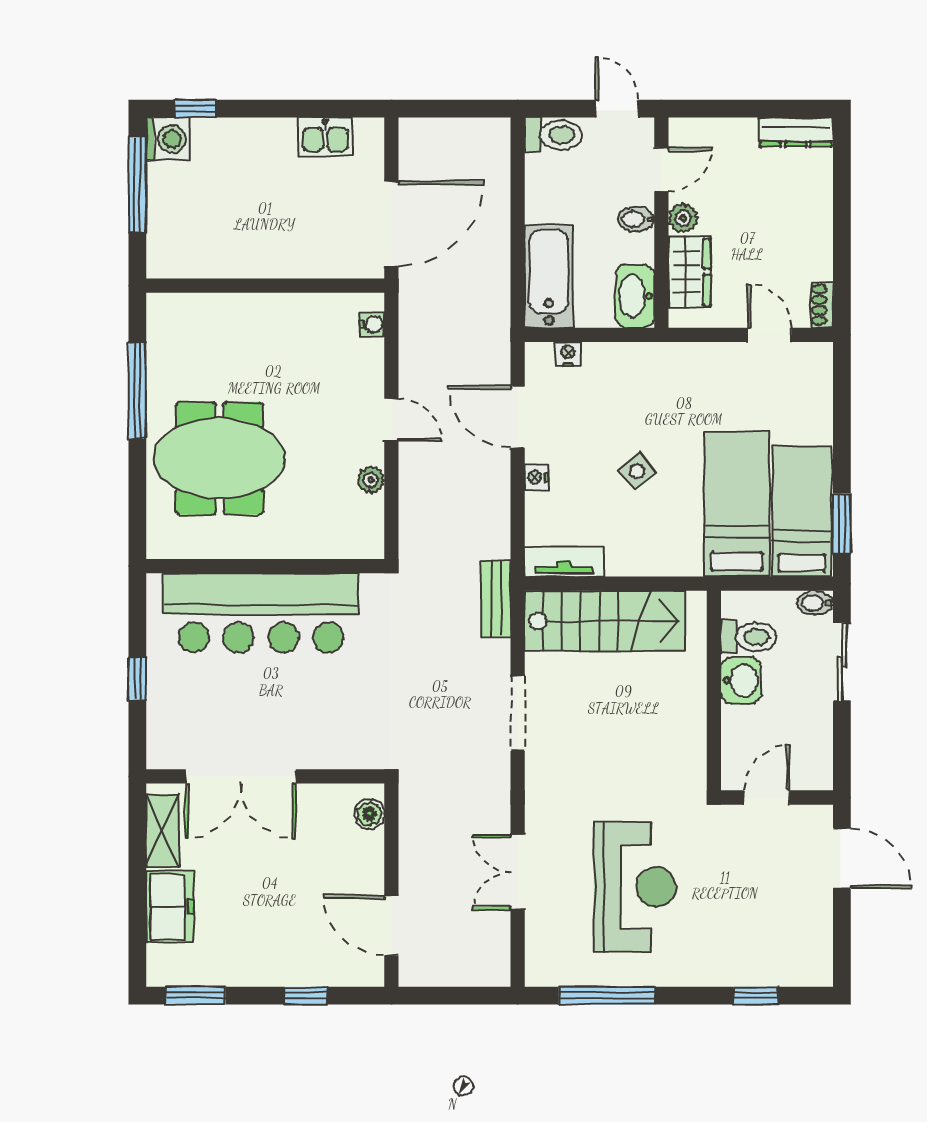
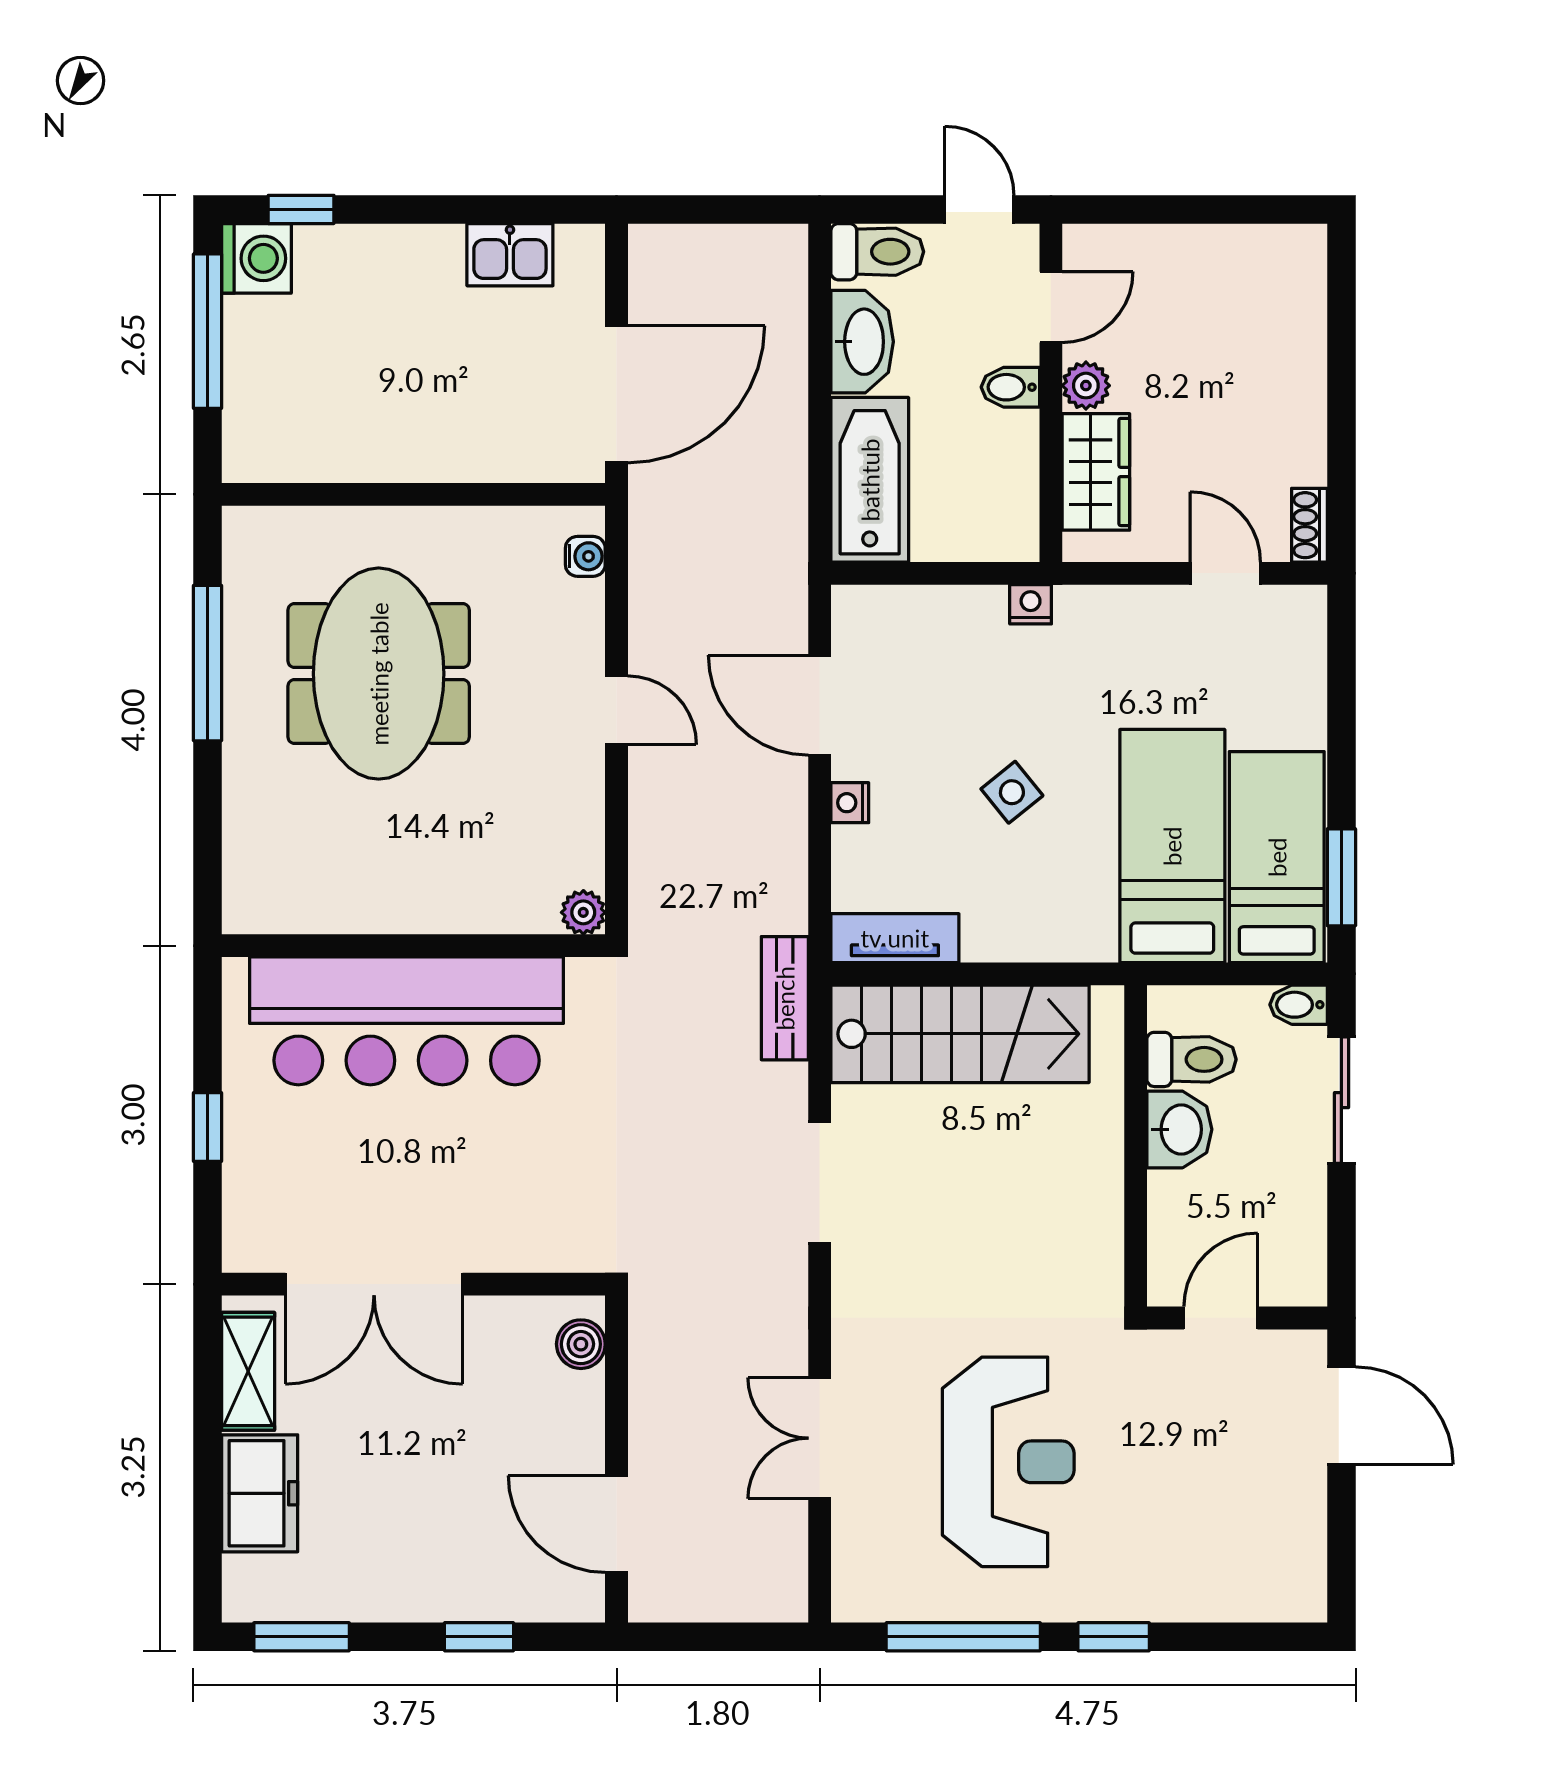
dresser: (796, 132) -> (1267, 247), removed
washbasin: (635, 296) -> (862, 342), moved, turned 180
nightstand: (568, 354) -> (1031, 604), moved
meeting table: (219, 458) -> (379, 674), moved, turned 90
plant: (371, 480) -> (583, 912), moved
window: (756, 996) -> (1114, 1637), moved

